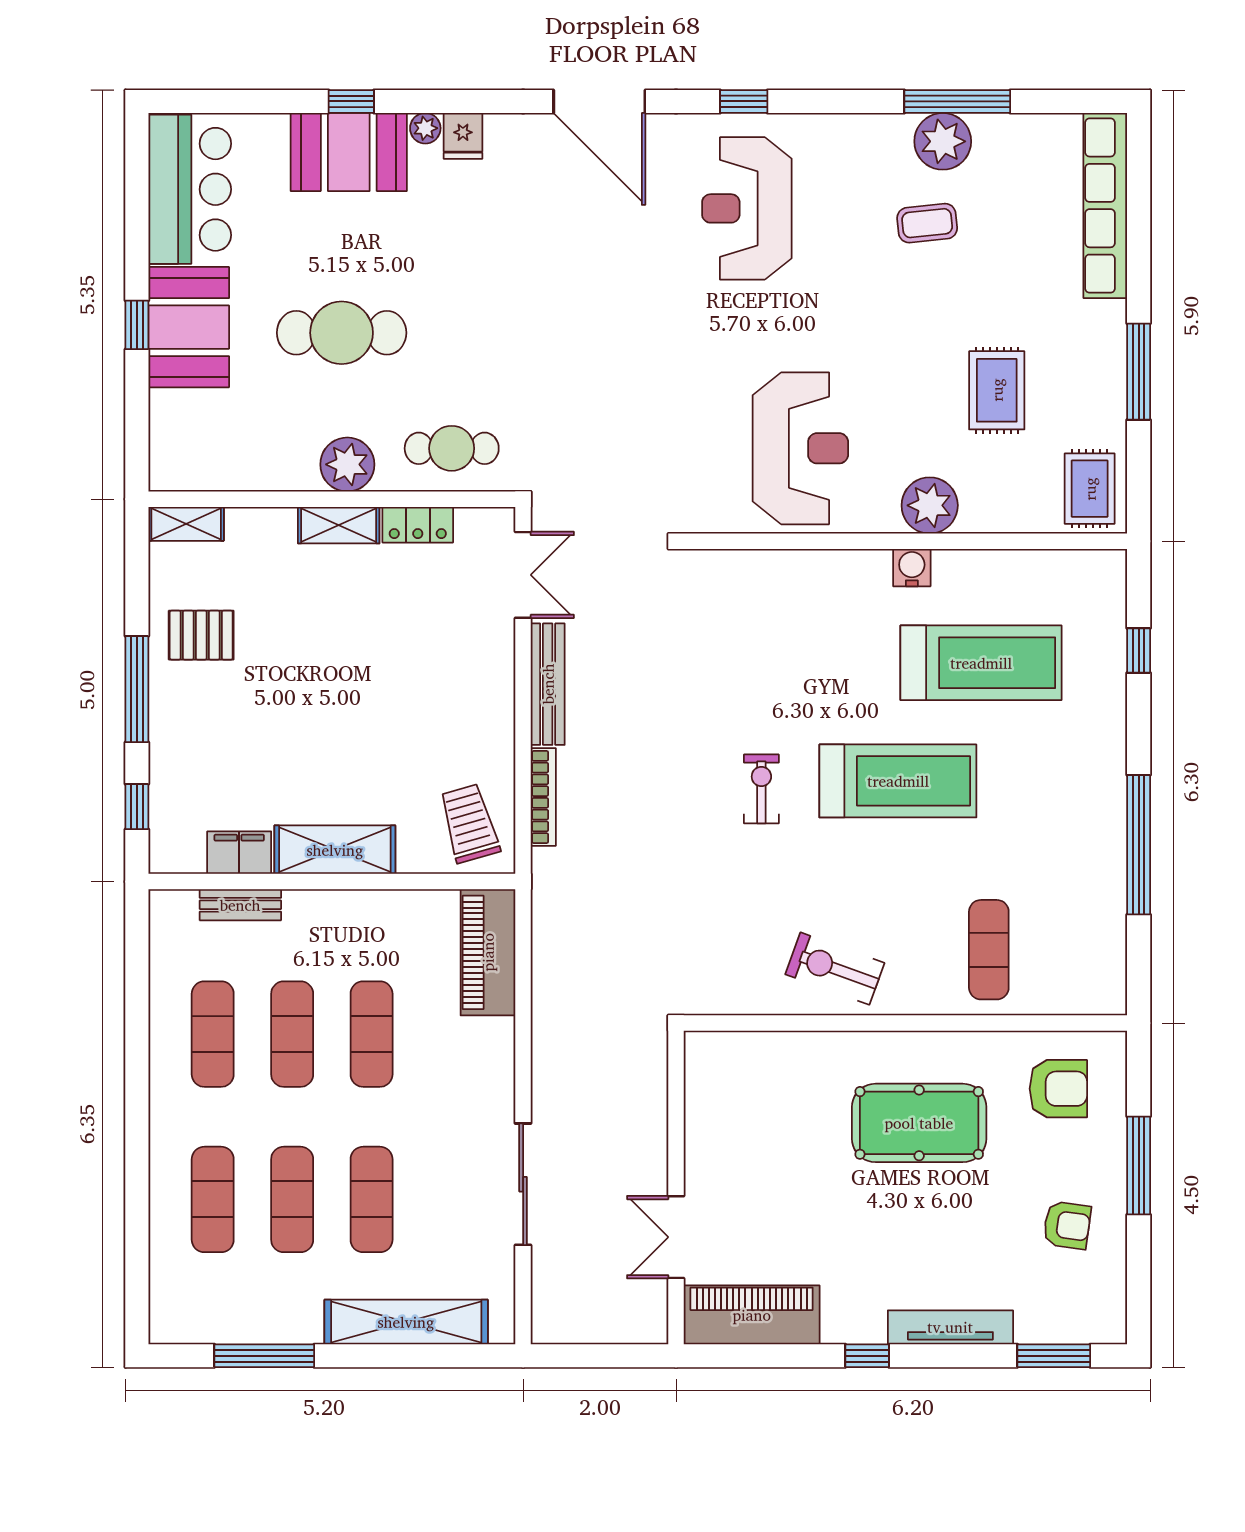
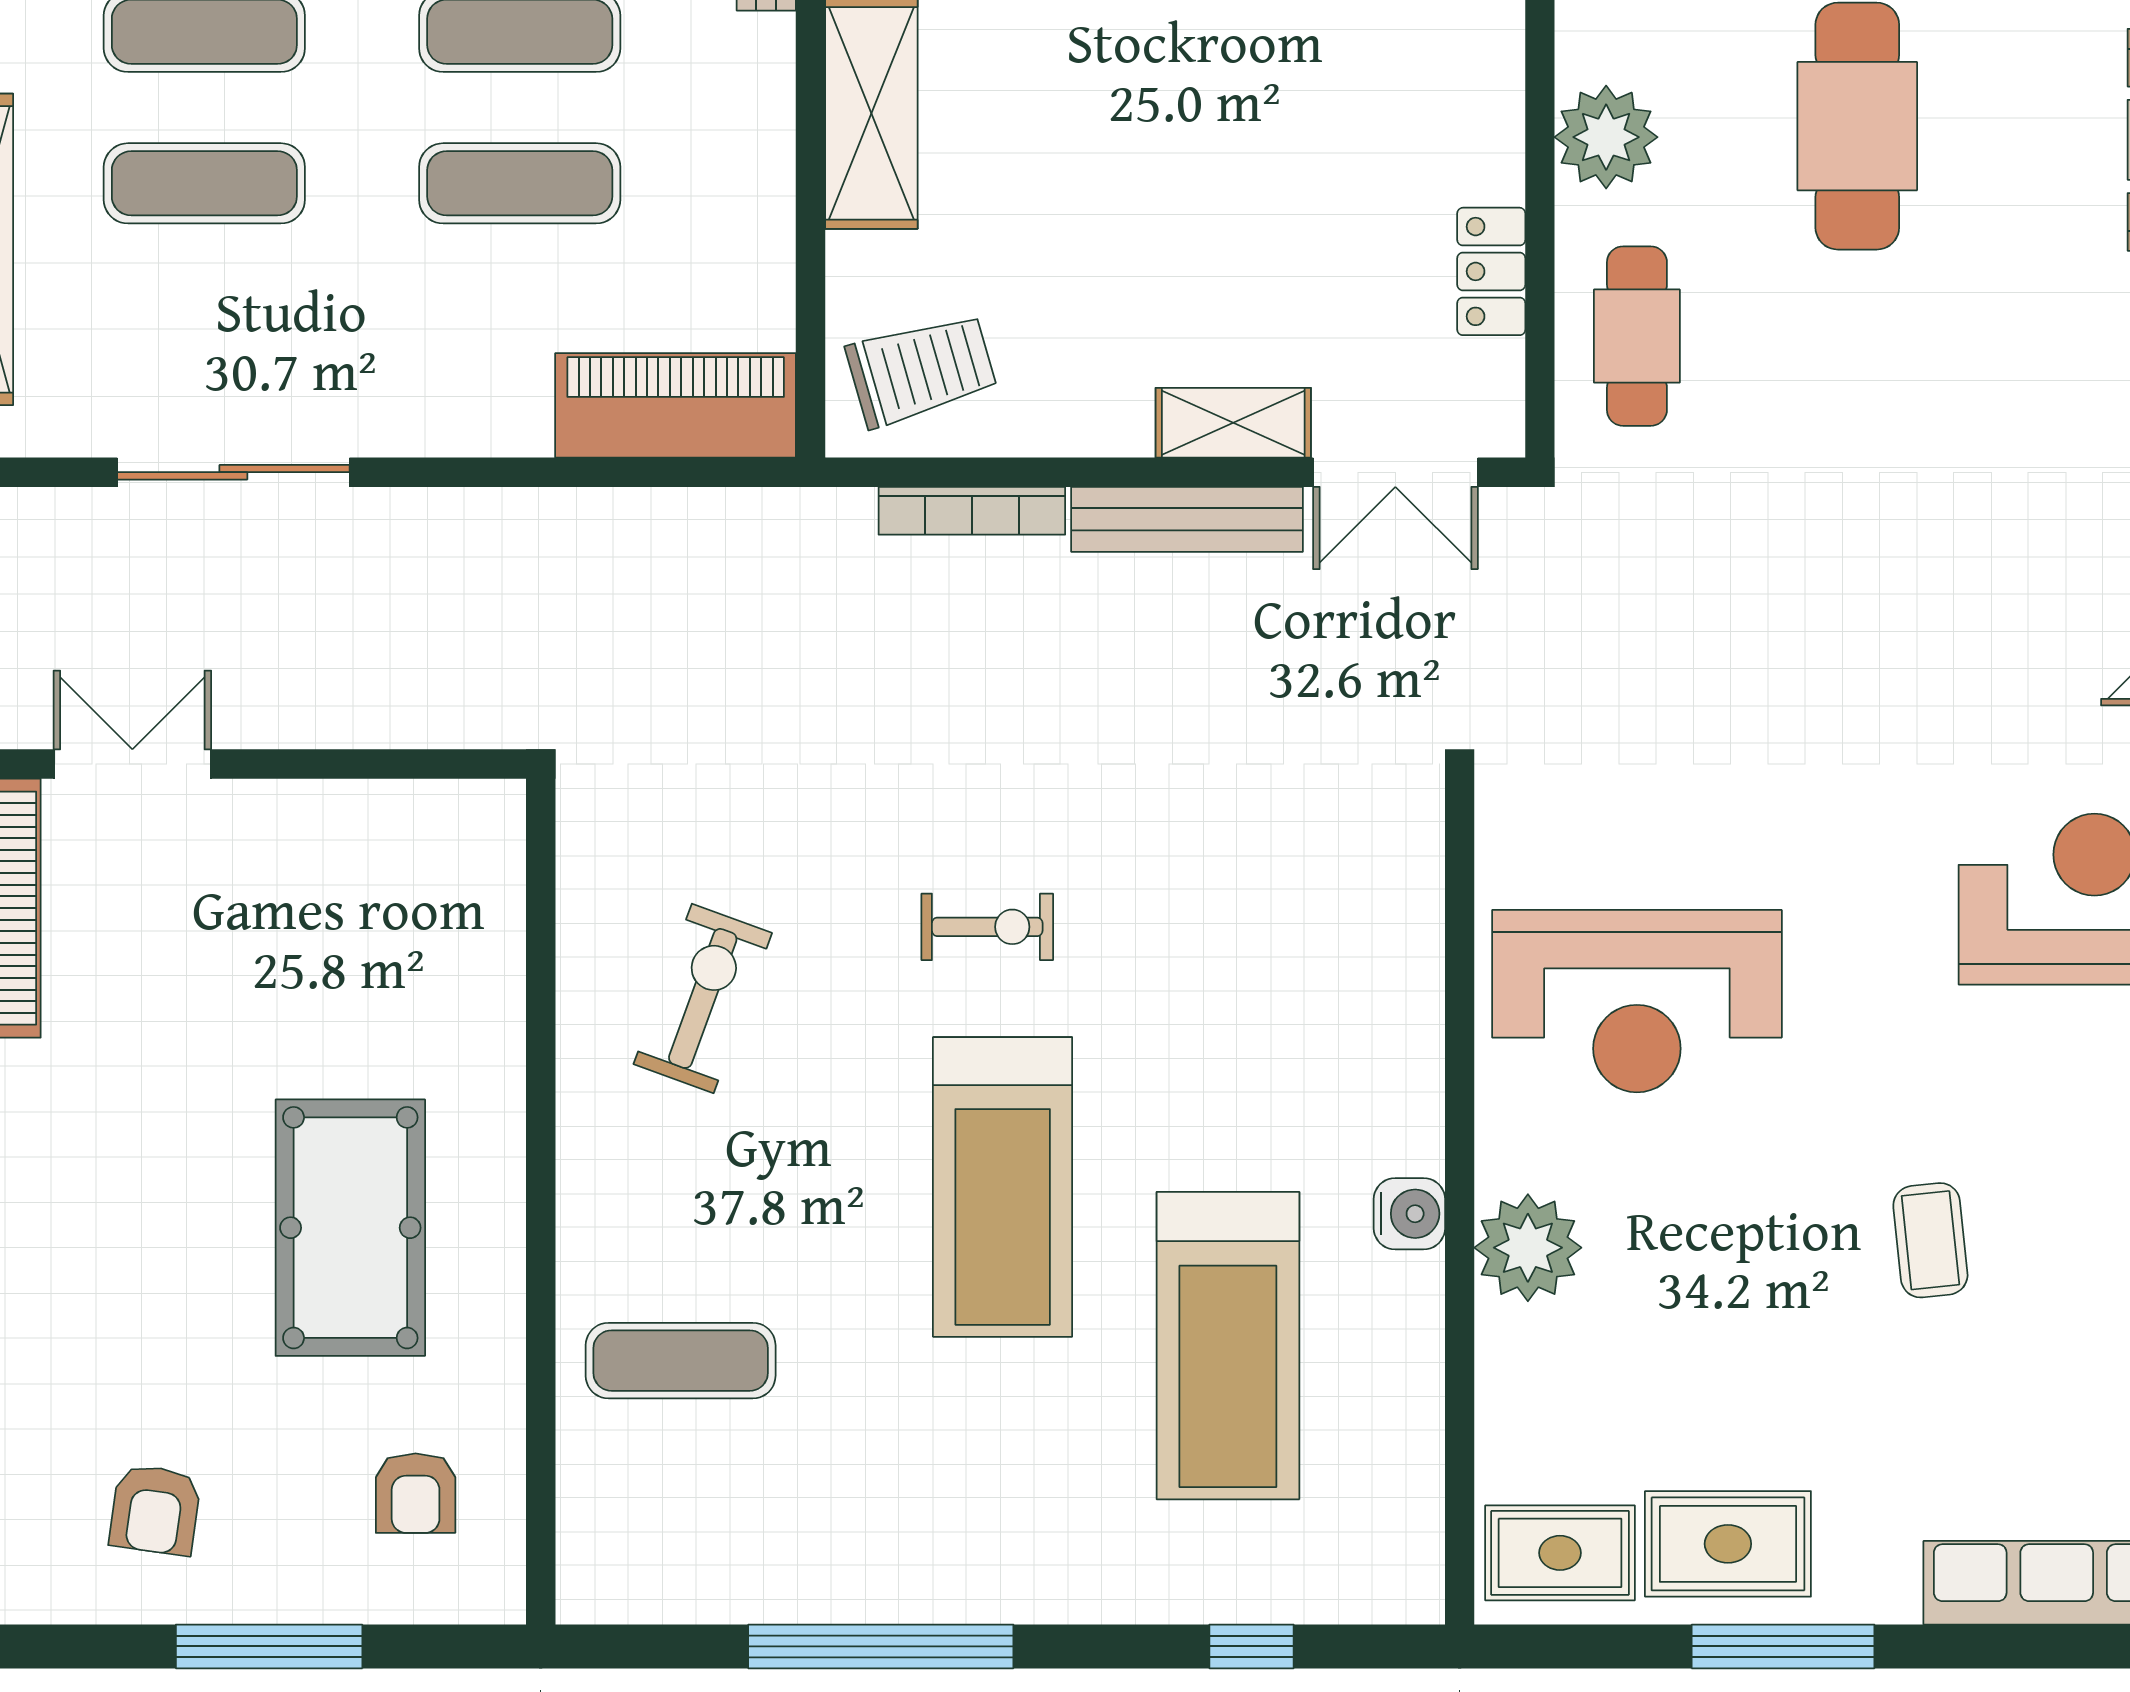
coffee table: (927, 223) -> (1930, 1240), moved
rug: (997, 390) -> (1728, 1544), moved
shelving: (339, 525) -> (1233, 423), moved, turned 90
exercise bike: (835, 969) -> (703, 998), moved
armchair: (1058, 1089) -> (416, 1493), width x0.72, depth x0.72

